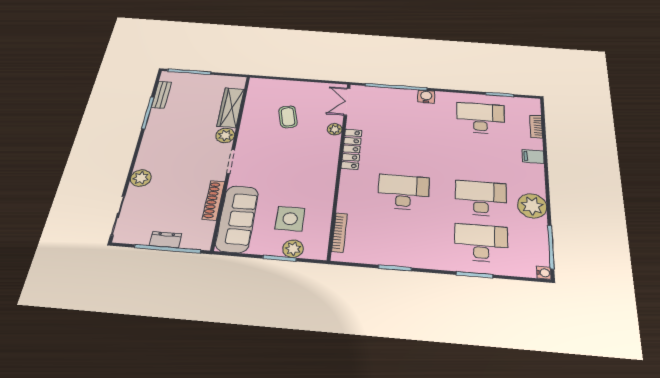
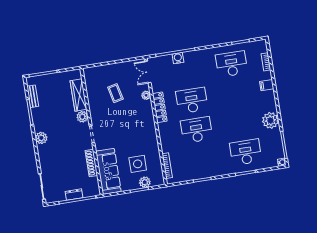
water cooler: (426, 97) -> (178, 58), moved
plant: (141, 178) -> (41, 138), moved
desk: (481, 198) -> (192, 100), moved

